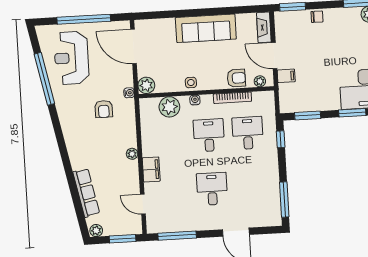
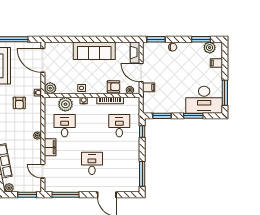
desk: (209, 135) -> (65, 126), moved

